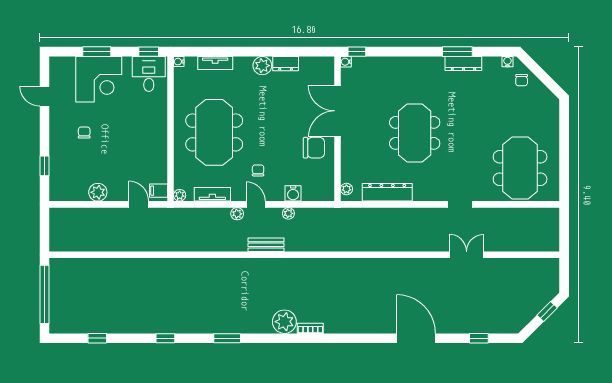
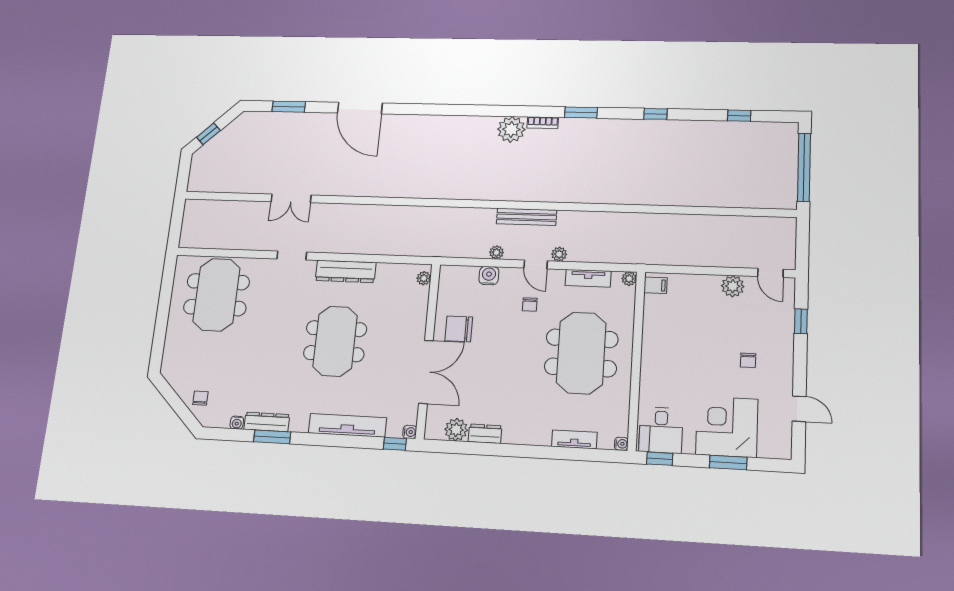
water cooler: (507, 62) -> (237, 423), moved
tv unit: (397, 64) -> (347, 425), added
plant: (262, 66) -> (456, 430), moved
dresser: (387, 192) -> (346, 271), moved
door: (139, 204) -> (770, 273), moved
bench: (266, 245) -> (527, 217), width x1.36
bookcase: (310, 328) -> (543, 123), moved
window: (479, 338) -> (289, 107), width x1.50

